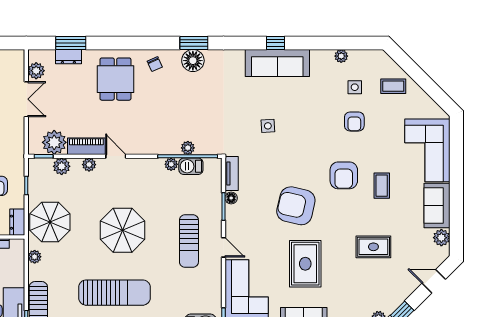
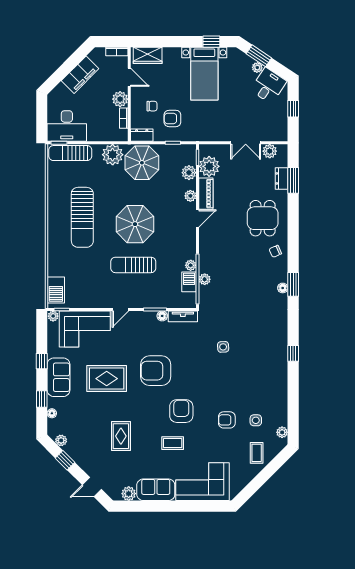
plant: (341, 56) -> (282, 432), moved
floor lamp: (193, 61) -> (283, 288), width x0.53, depth x0.53
sofa: (277, 63) -> (276, 355), removed
dining table: (115, 79) -> (263, 218), turned 90
armchair: (344, 175) -> (181, 411), turned 90
armchair: (296, 206) -> (156, 371), turned -103
sun lounger: (189, 241) -> (133, 265), moved
plant: (35, 257) -> (113, 155), width x1.88, depth x1.88
door: (434, 281) -> (92, 487), swing flipped

